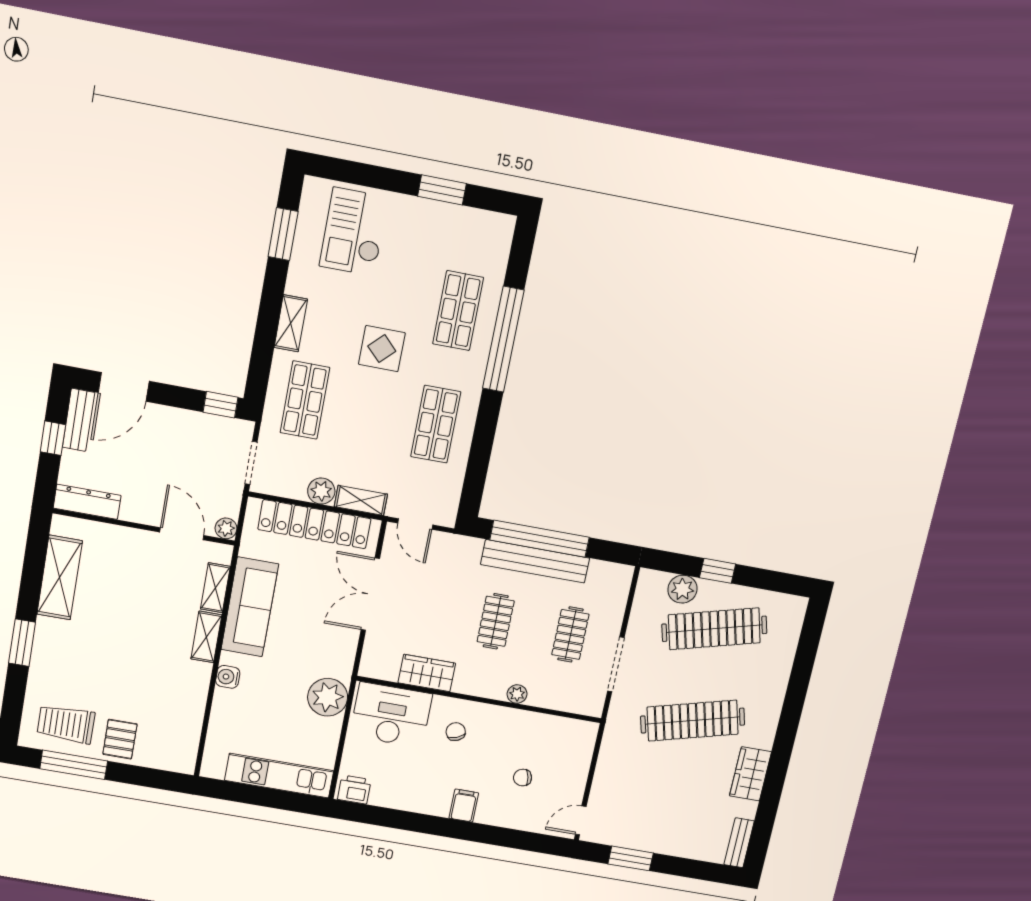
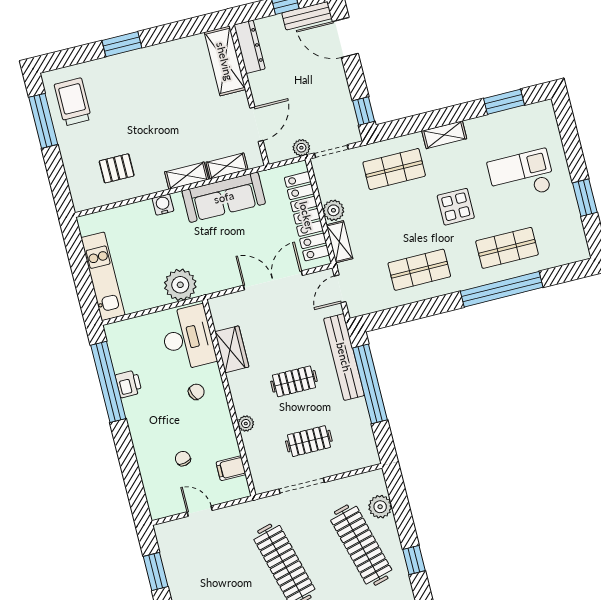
checkout: (354, 232) -> (521, 176), moved
plant: (226, 528) -> (301, 148), moved
bench: (535, 561) -> (344, 357), moved
window: (718, 571) -> (414, 560), moved
shelving: (60, 578) -> (225, 61), moved, turned 90
pallet: (120, 739) -> (117, 168), moved
printer: (354, 790) -> (129, 384), moved
filing cabinet: (464, 806) -> (231, 468), moved, turned 180
window: (399, 820) -> (108, 382), added
door: (581, 820) -> (200, 511), moved

